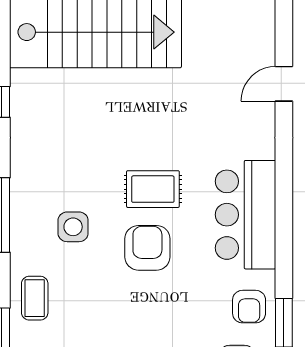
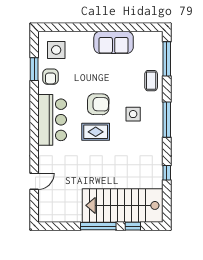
armchair: (147, 248) -> (98, 104), turned -89
armchair: (249, 307) -> (51, 77), turned 180

